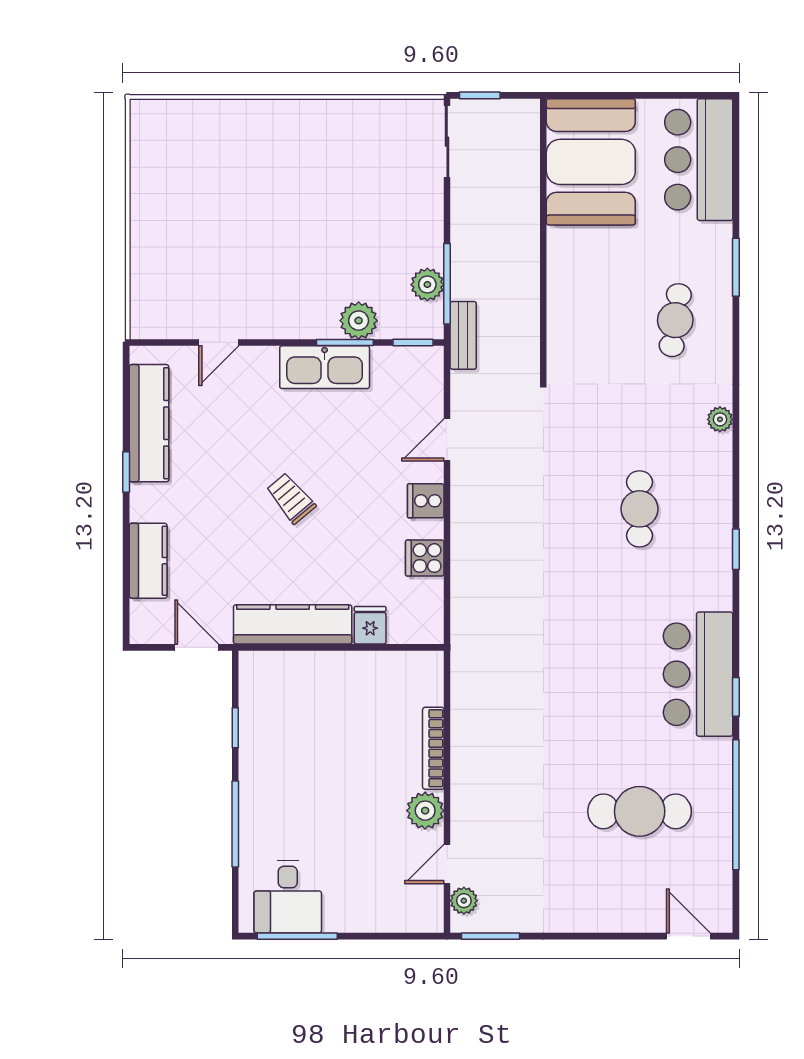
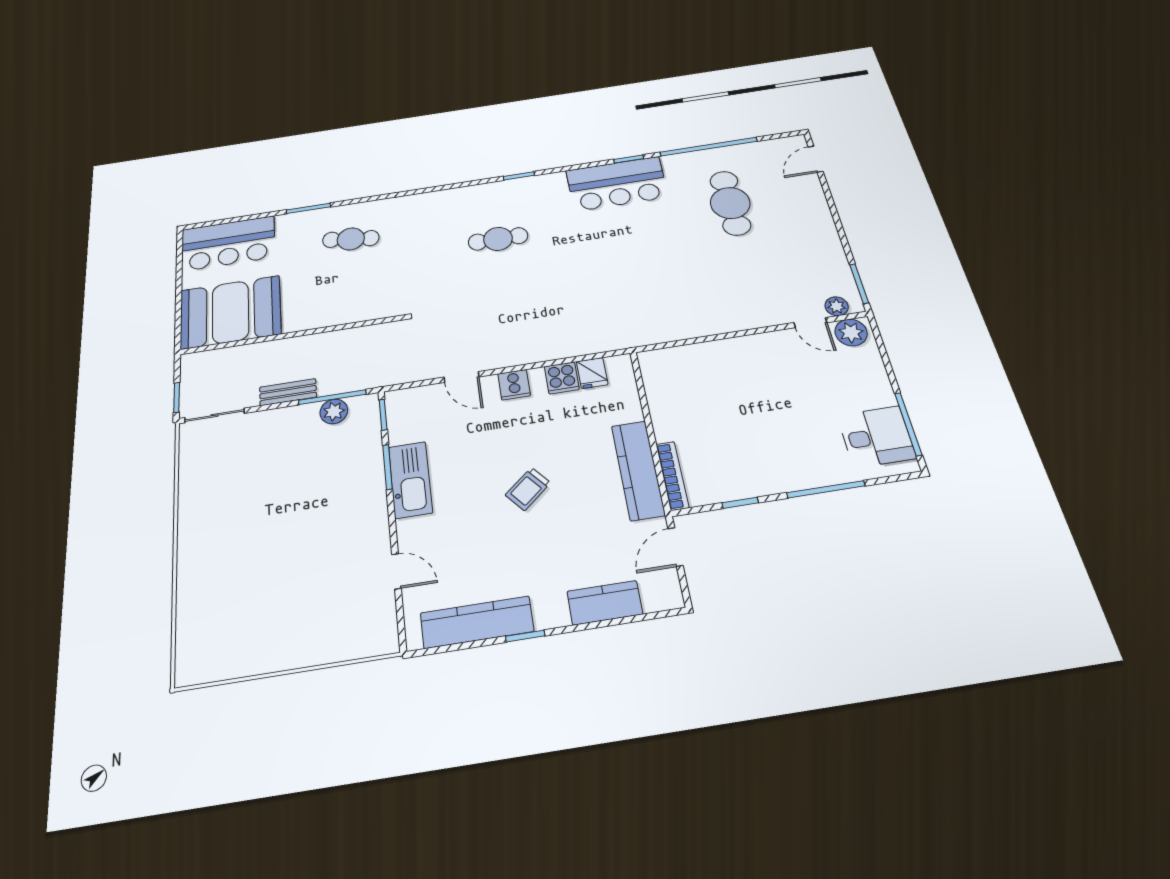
plant: (359, 321) -> (368, 459), removed
bench: (463, 335) -> (288, 392), moved
plant: (720, 419) -> (423, 200), removed
fridge: (370, 625) -> (592, 373), moved, turned -90
bookcase: (433, 748) -> (672, 476), moved, turned -90
plant: (425, 811) -> (851, 332), moved

